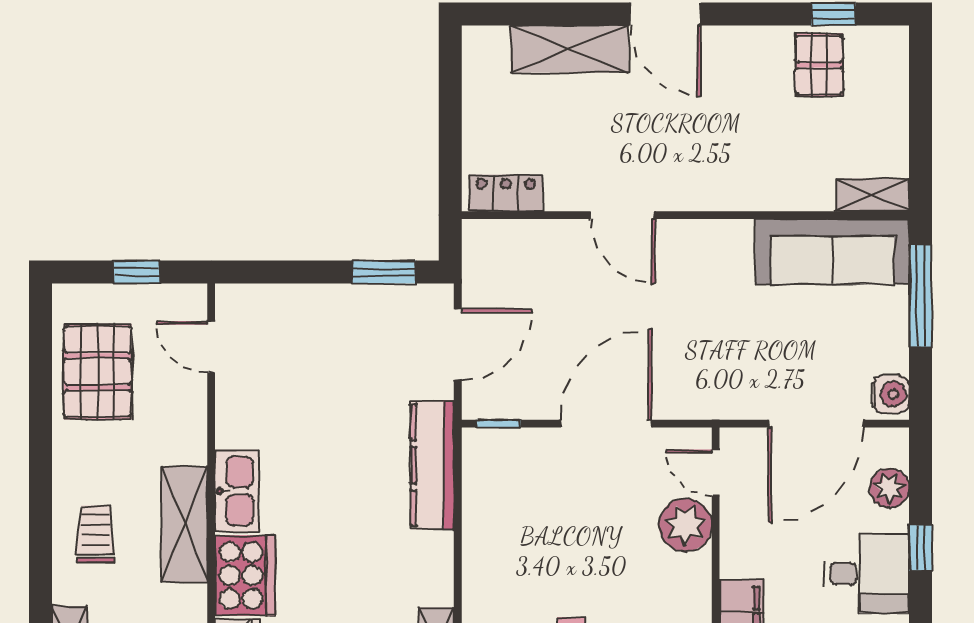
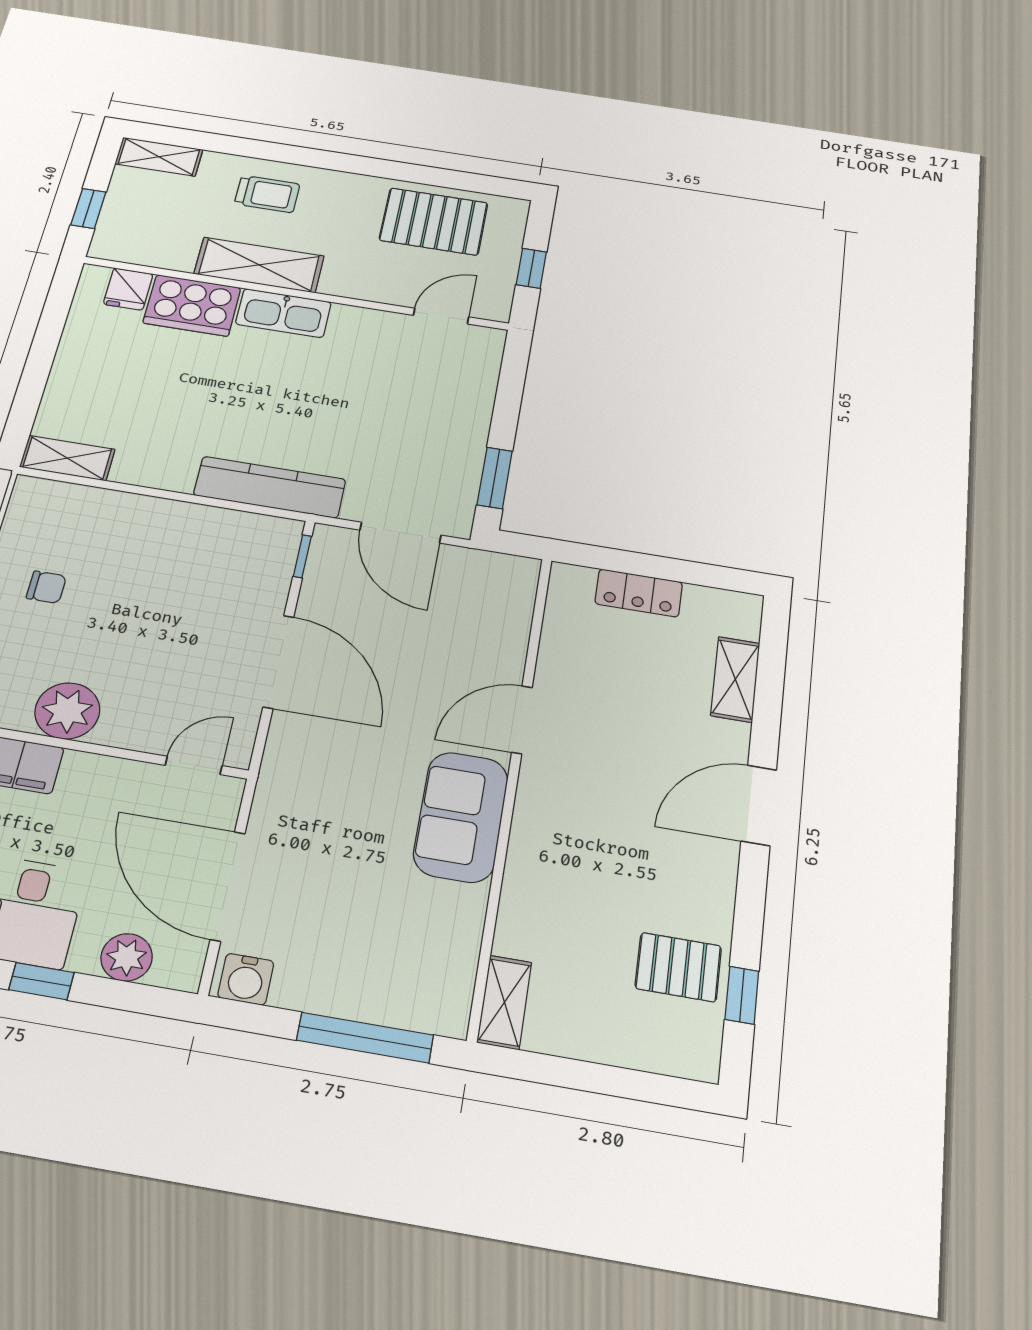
shelving: (570, 49) -> (735, 679), width x0.67, depth x0.75
locker: (506, 193) -> (639, 593), moved, turned 90
sofa: (832, 252) -> (461, 817), moved, width x0.73
plant: (685, 525) -> (67, 711), moved

